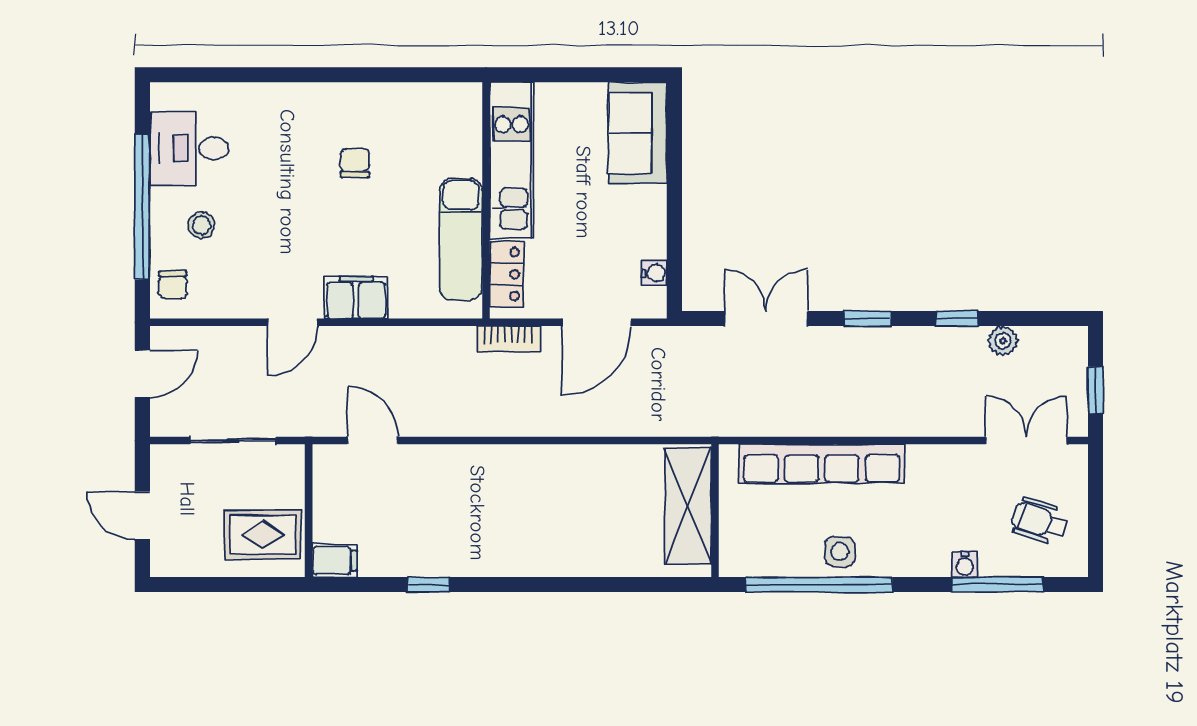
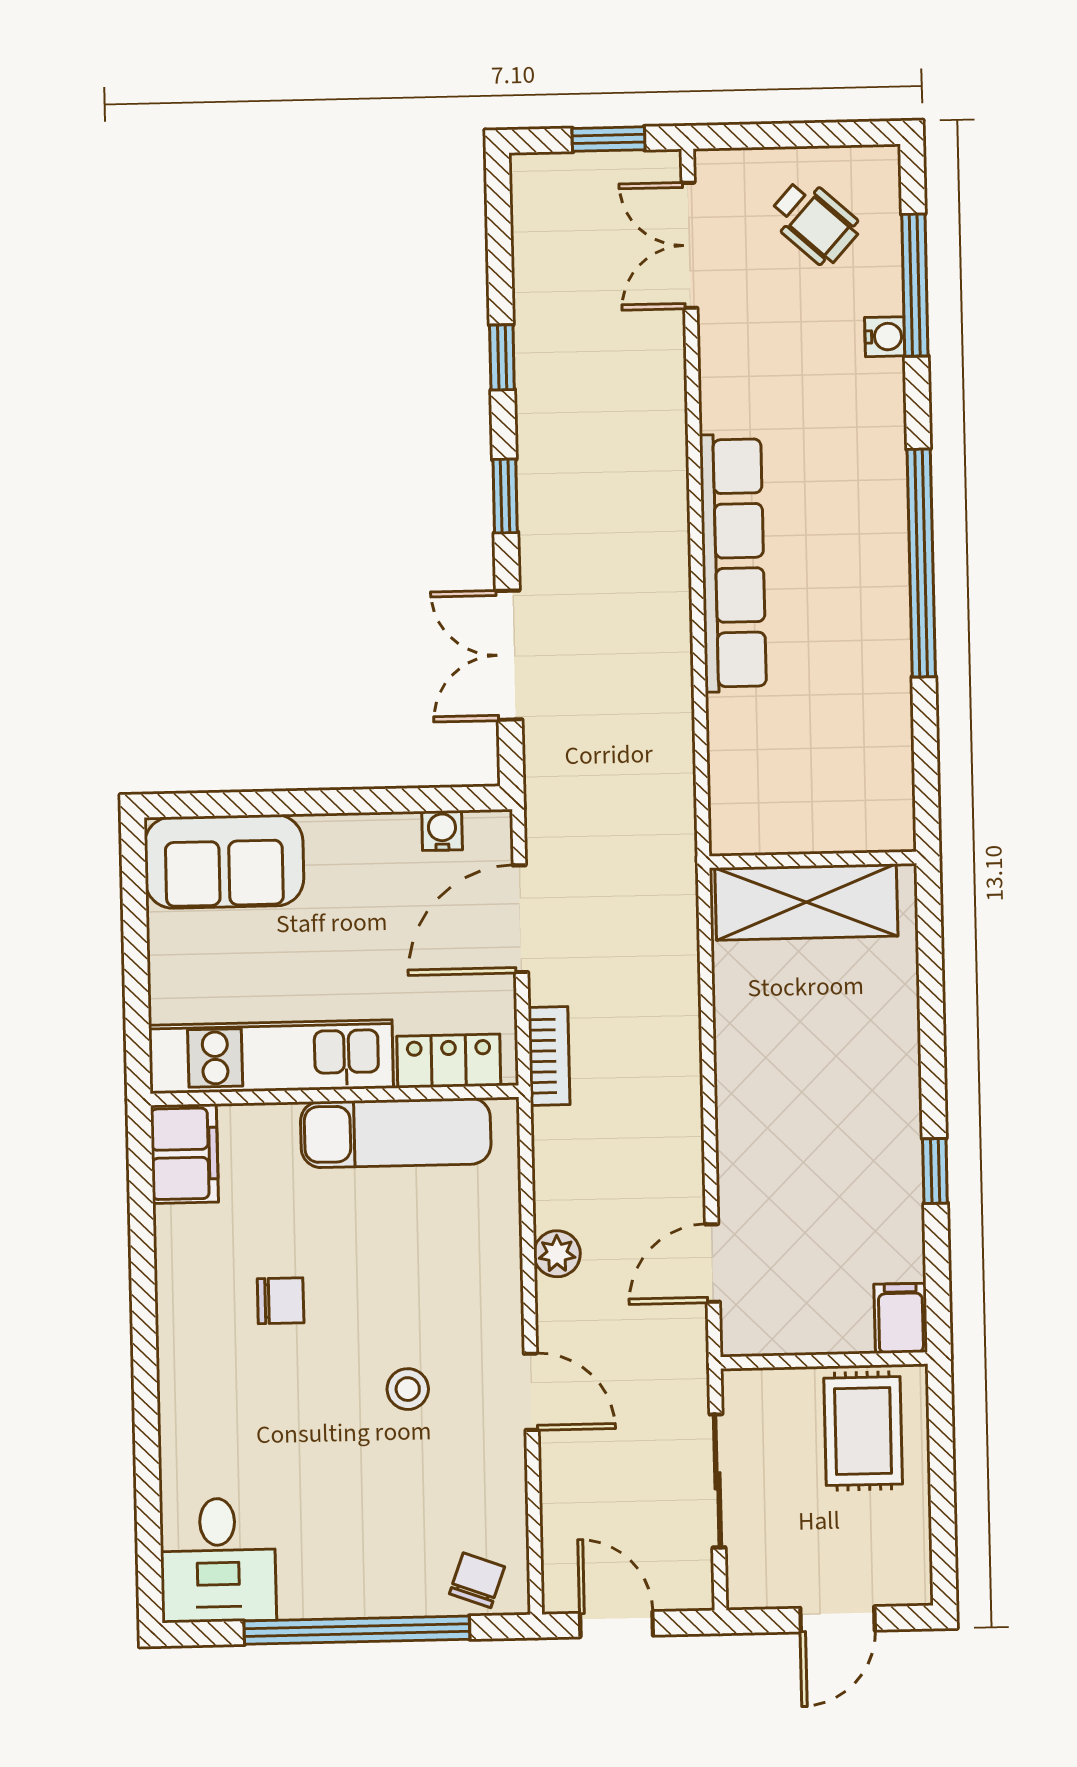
desk: (189, 148) -> (218, 1560), moved
chair: (355, 163) -> (281, 1301), turned 180
stool: (202, 225) -> (408, 1389), moved
chair: (173, 285) -> (477, 1580), turned -70
filing cabinet: (356, 298) -> (184, 1154), moved, turned 180
door: (596, 322) -> (520, 919), swing flipped
plant: (1003, 341) -> (557, 1254), moved
shelving: (688, 506) -> (806, 902), moved
wall: (715, 511) -> (813, 860), moved
wheelchair: (1039, 521) -> (815, 222), turned -65
side table: (840, 552) -> (869, 532), removed

